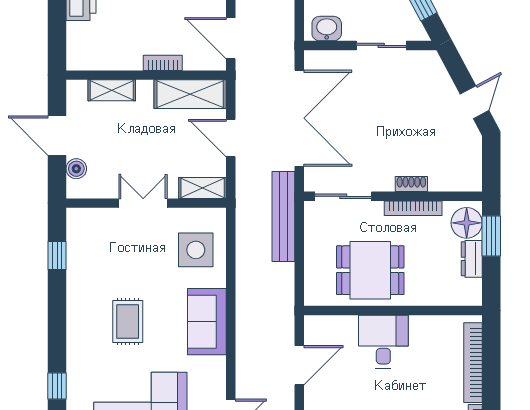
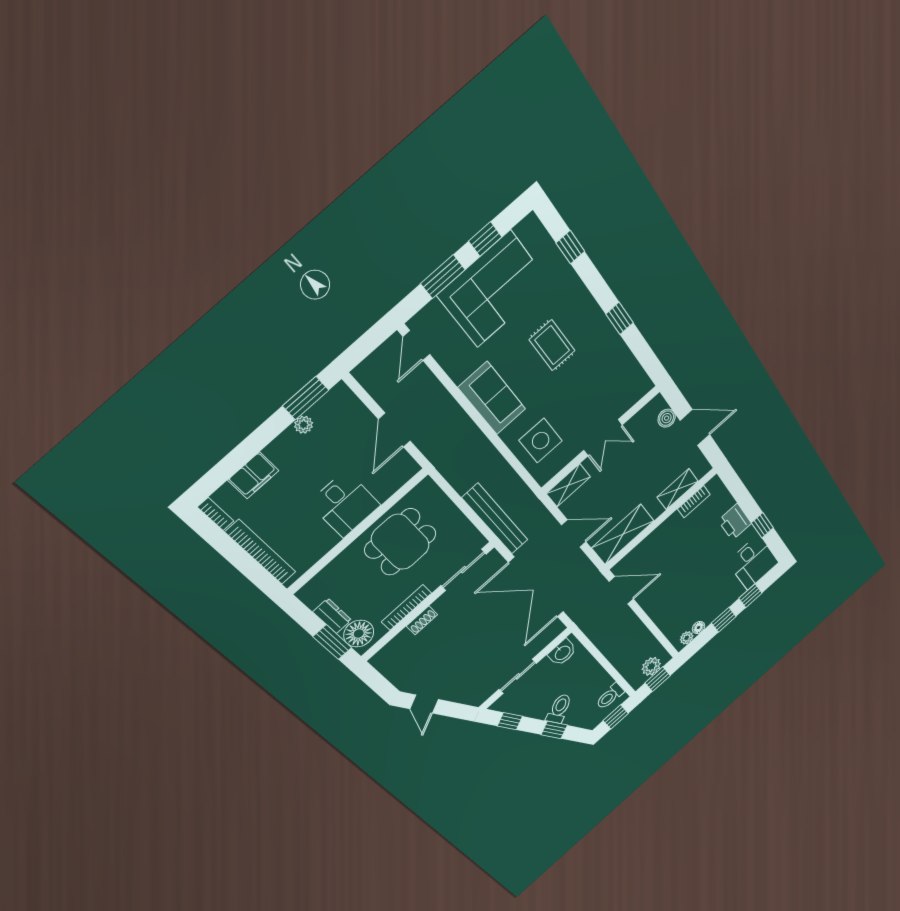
bookcase: (163, 63) -> (694, 502), moved
window: (57, 256) -> (620, 318), moved

